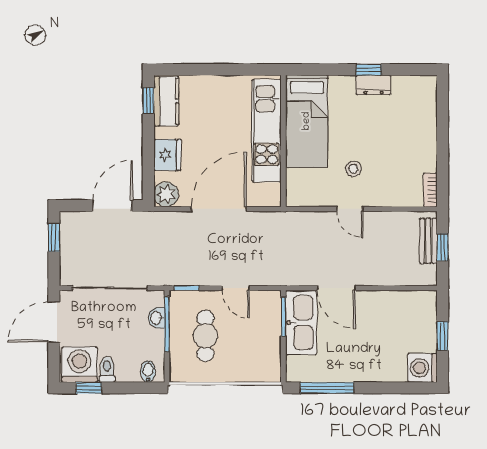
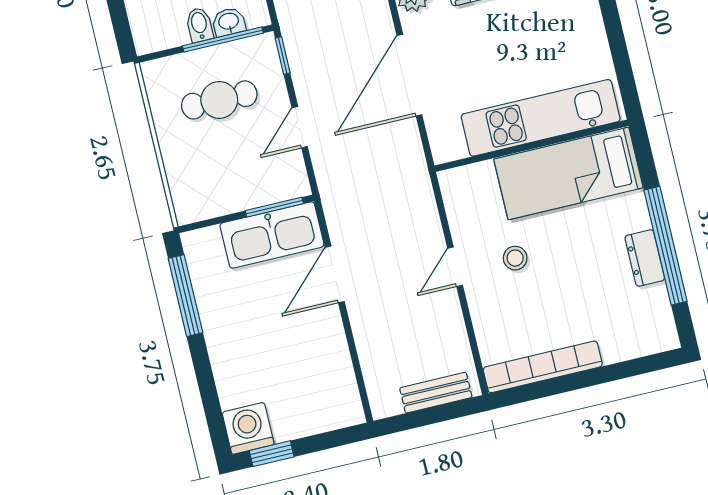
window: (369, 70) -> (666, 246), width x3.17
bookcase: (430, 190) -> (543, 367), width x2.31, depth x1.31
door: (219, 209) -> (409, 75), swing flipped
window: (443, 247) -> (431, 416), removed
window: (443, 336) -> (272, 454), moved
bidet: (148, 372) -> (199, 25), moved, turned -90

